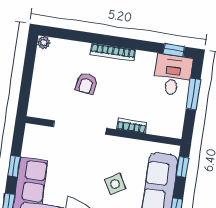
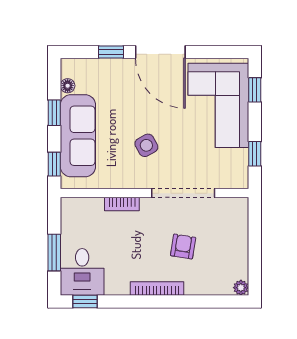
window: (14, 166) -> (255, 154), moved
side table: (115, 184) -> (146, 145), moved

